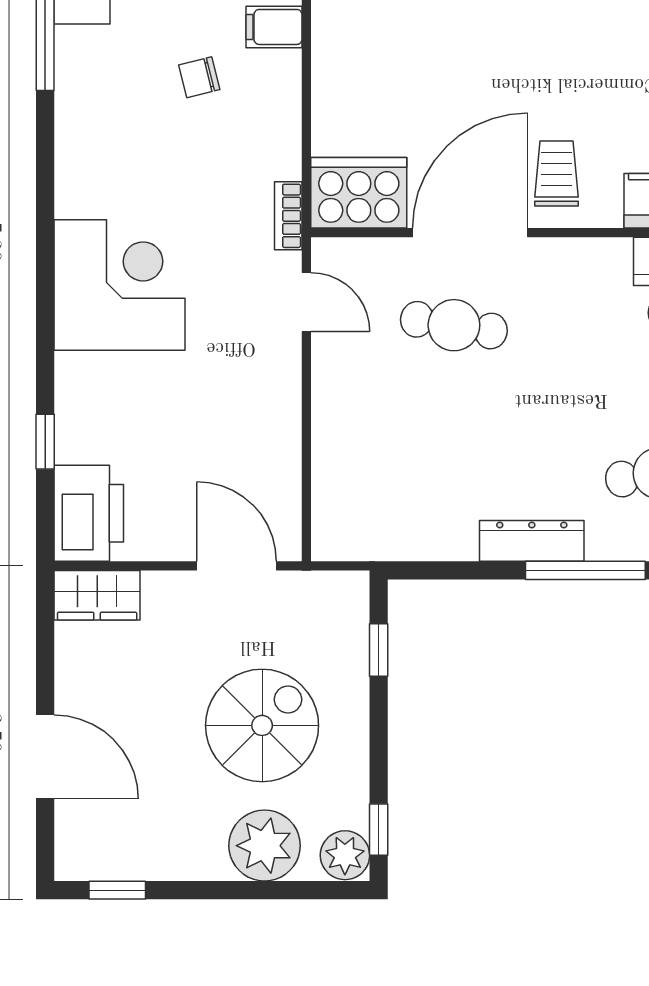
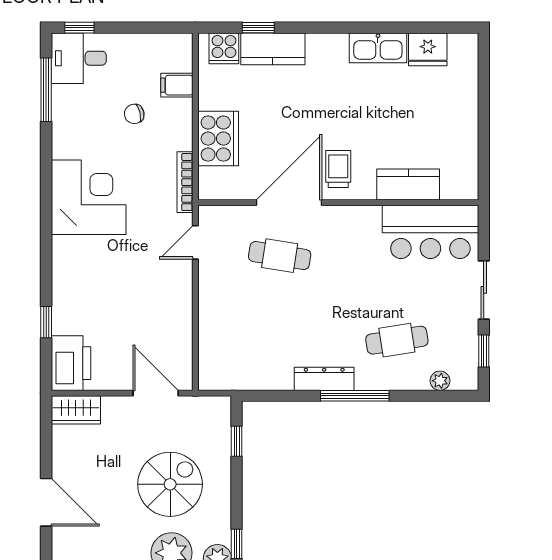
cooker: (359, 193) -> (218, 139), moved, turned 90
bookcase: (288, 216) -> (185, 182), width x1.56
corner desk: (120, 285) -> (89, 197), moved
door: (306, 302) -> (195, 242), swing flipped

